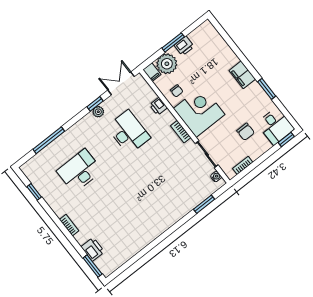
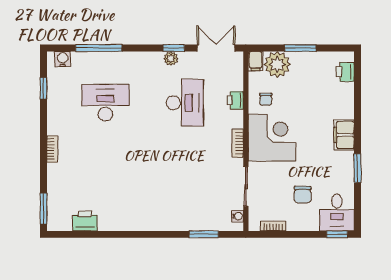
printer: (184, 46) -> (345, 72), moved, turned 90
water cooler: (32, 165) -> (63, 59), added
printer: (93, 249) -> (85, 221), moved, turned -90

